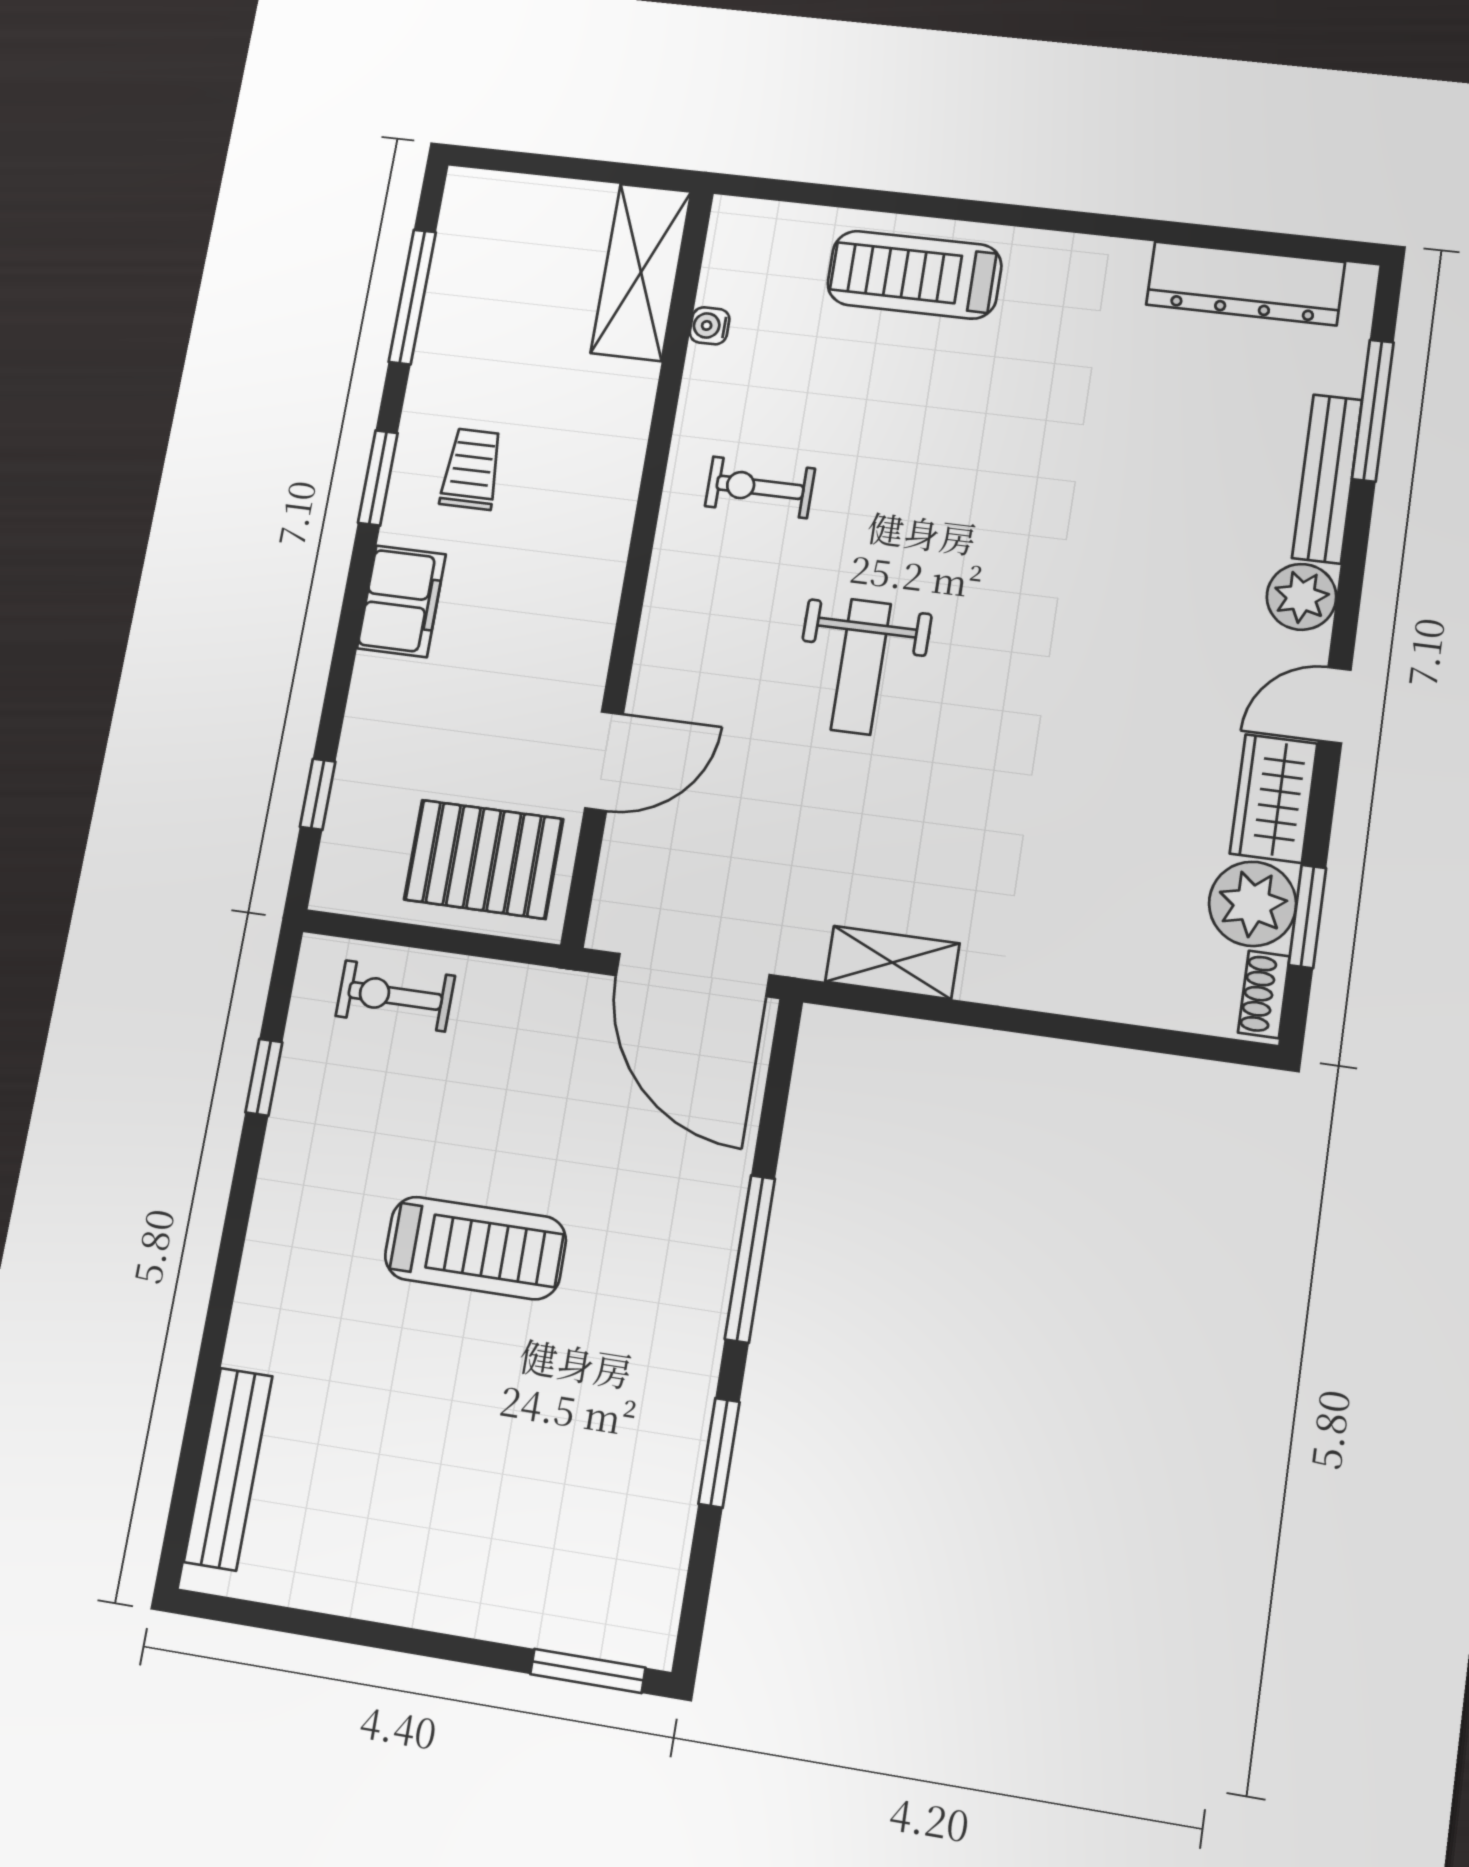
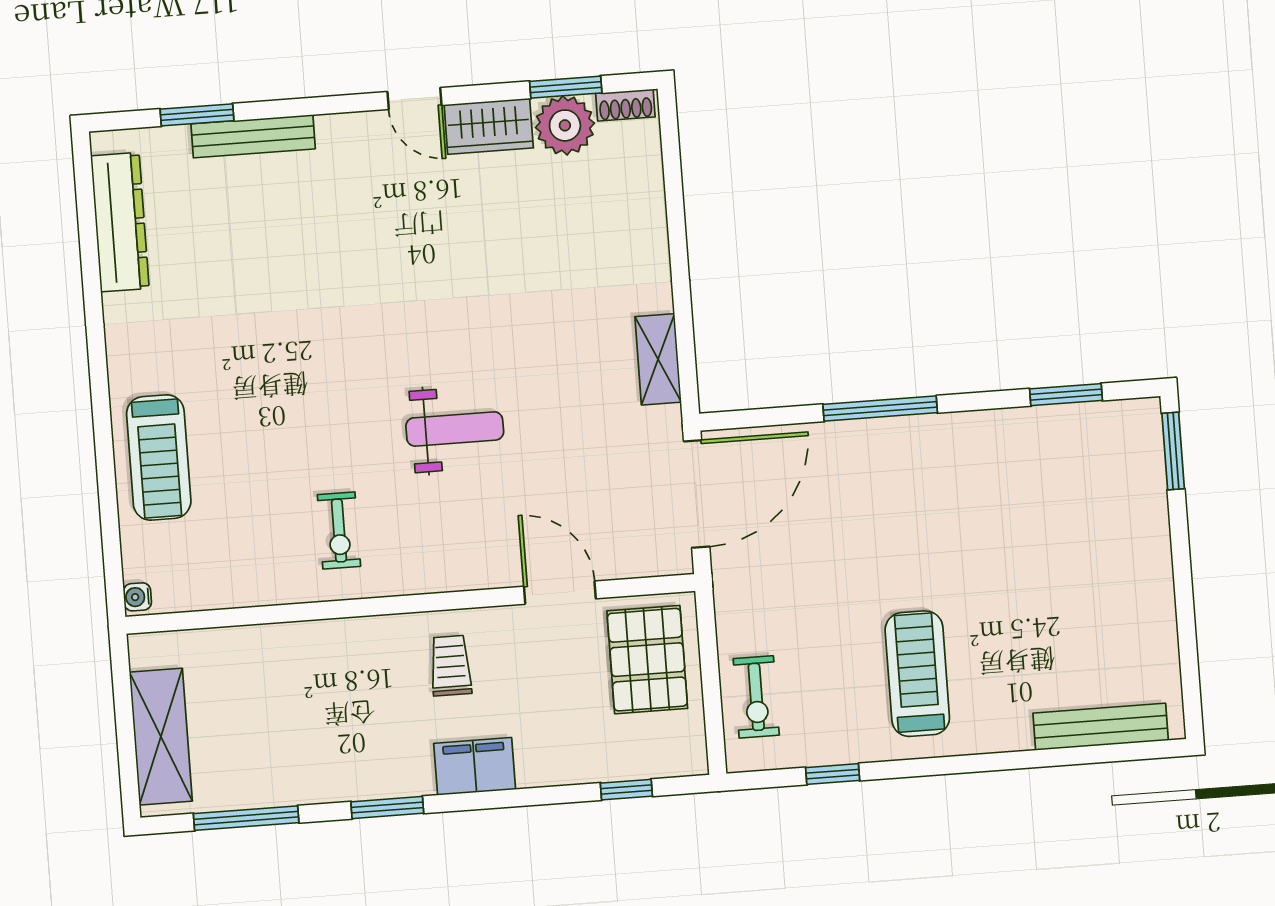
shelving: (641, 272) -> (161, 737), moved, turned 90
water cooler: (710, 326) -> (137, 597), moved, turned 90
window: (1373, 411) -> (197, 115), width x0.69
trolley: (472, 469) -> (451, 666), moved, turned 90
plant: (1301, 597) -> (342, 137), removed
treadmill: (475, 1248) -> (917, 674), moved
window: (719, 1453) -> (1066, 395), moved

